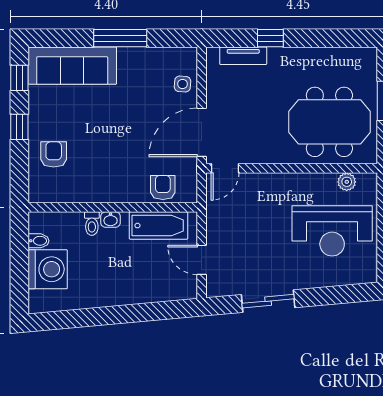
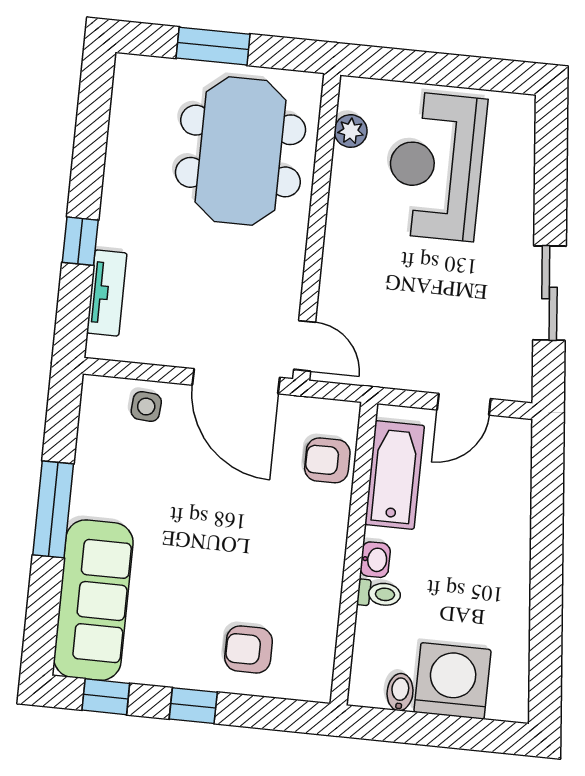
reception desk: (332, 231) -> (436, 166), turned 180

